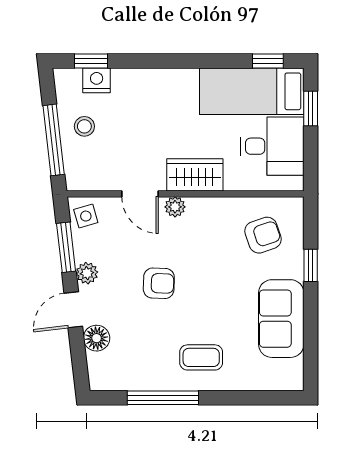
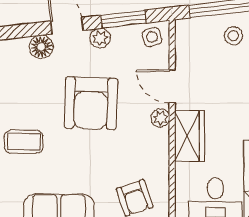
door: (140, 194) -> (172, 86), hinge flipped
armchair: (159, 283) -> (91, 103), width x1.88, depth x1.88
coffee table: (201, 357) -> (24, 142), turned 90

